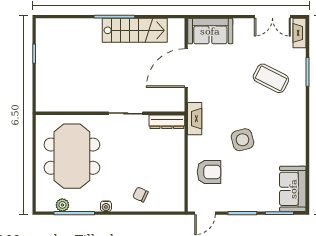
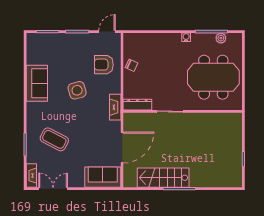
meeting table: (72, 156) -> (213, 77), turned 90
sofa: (293, 189) -> (37, 83), moved
chair: (140, 195) -> (132, 65), moved

